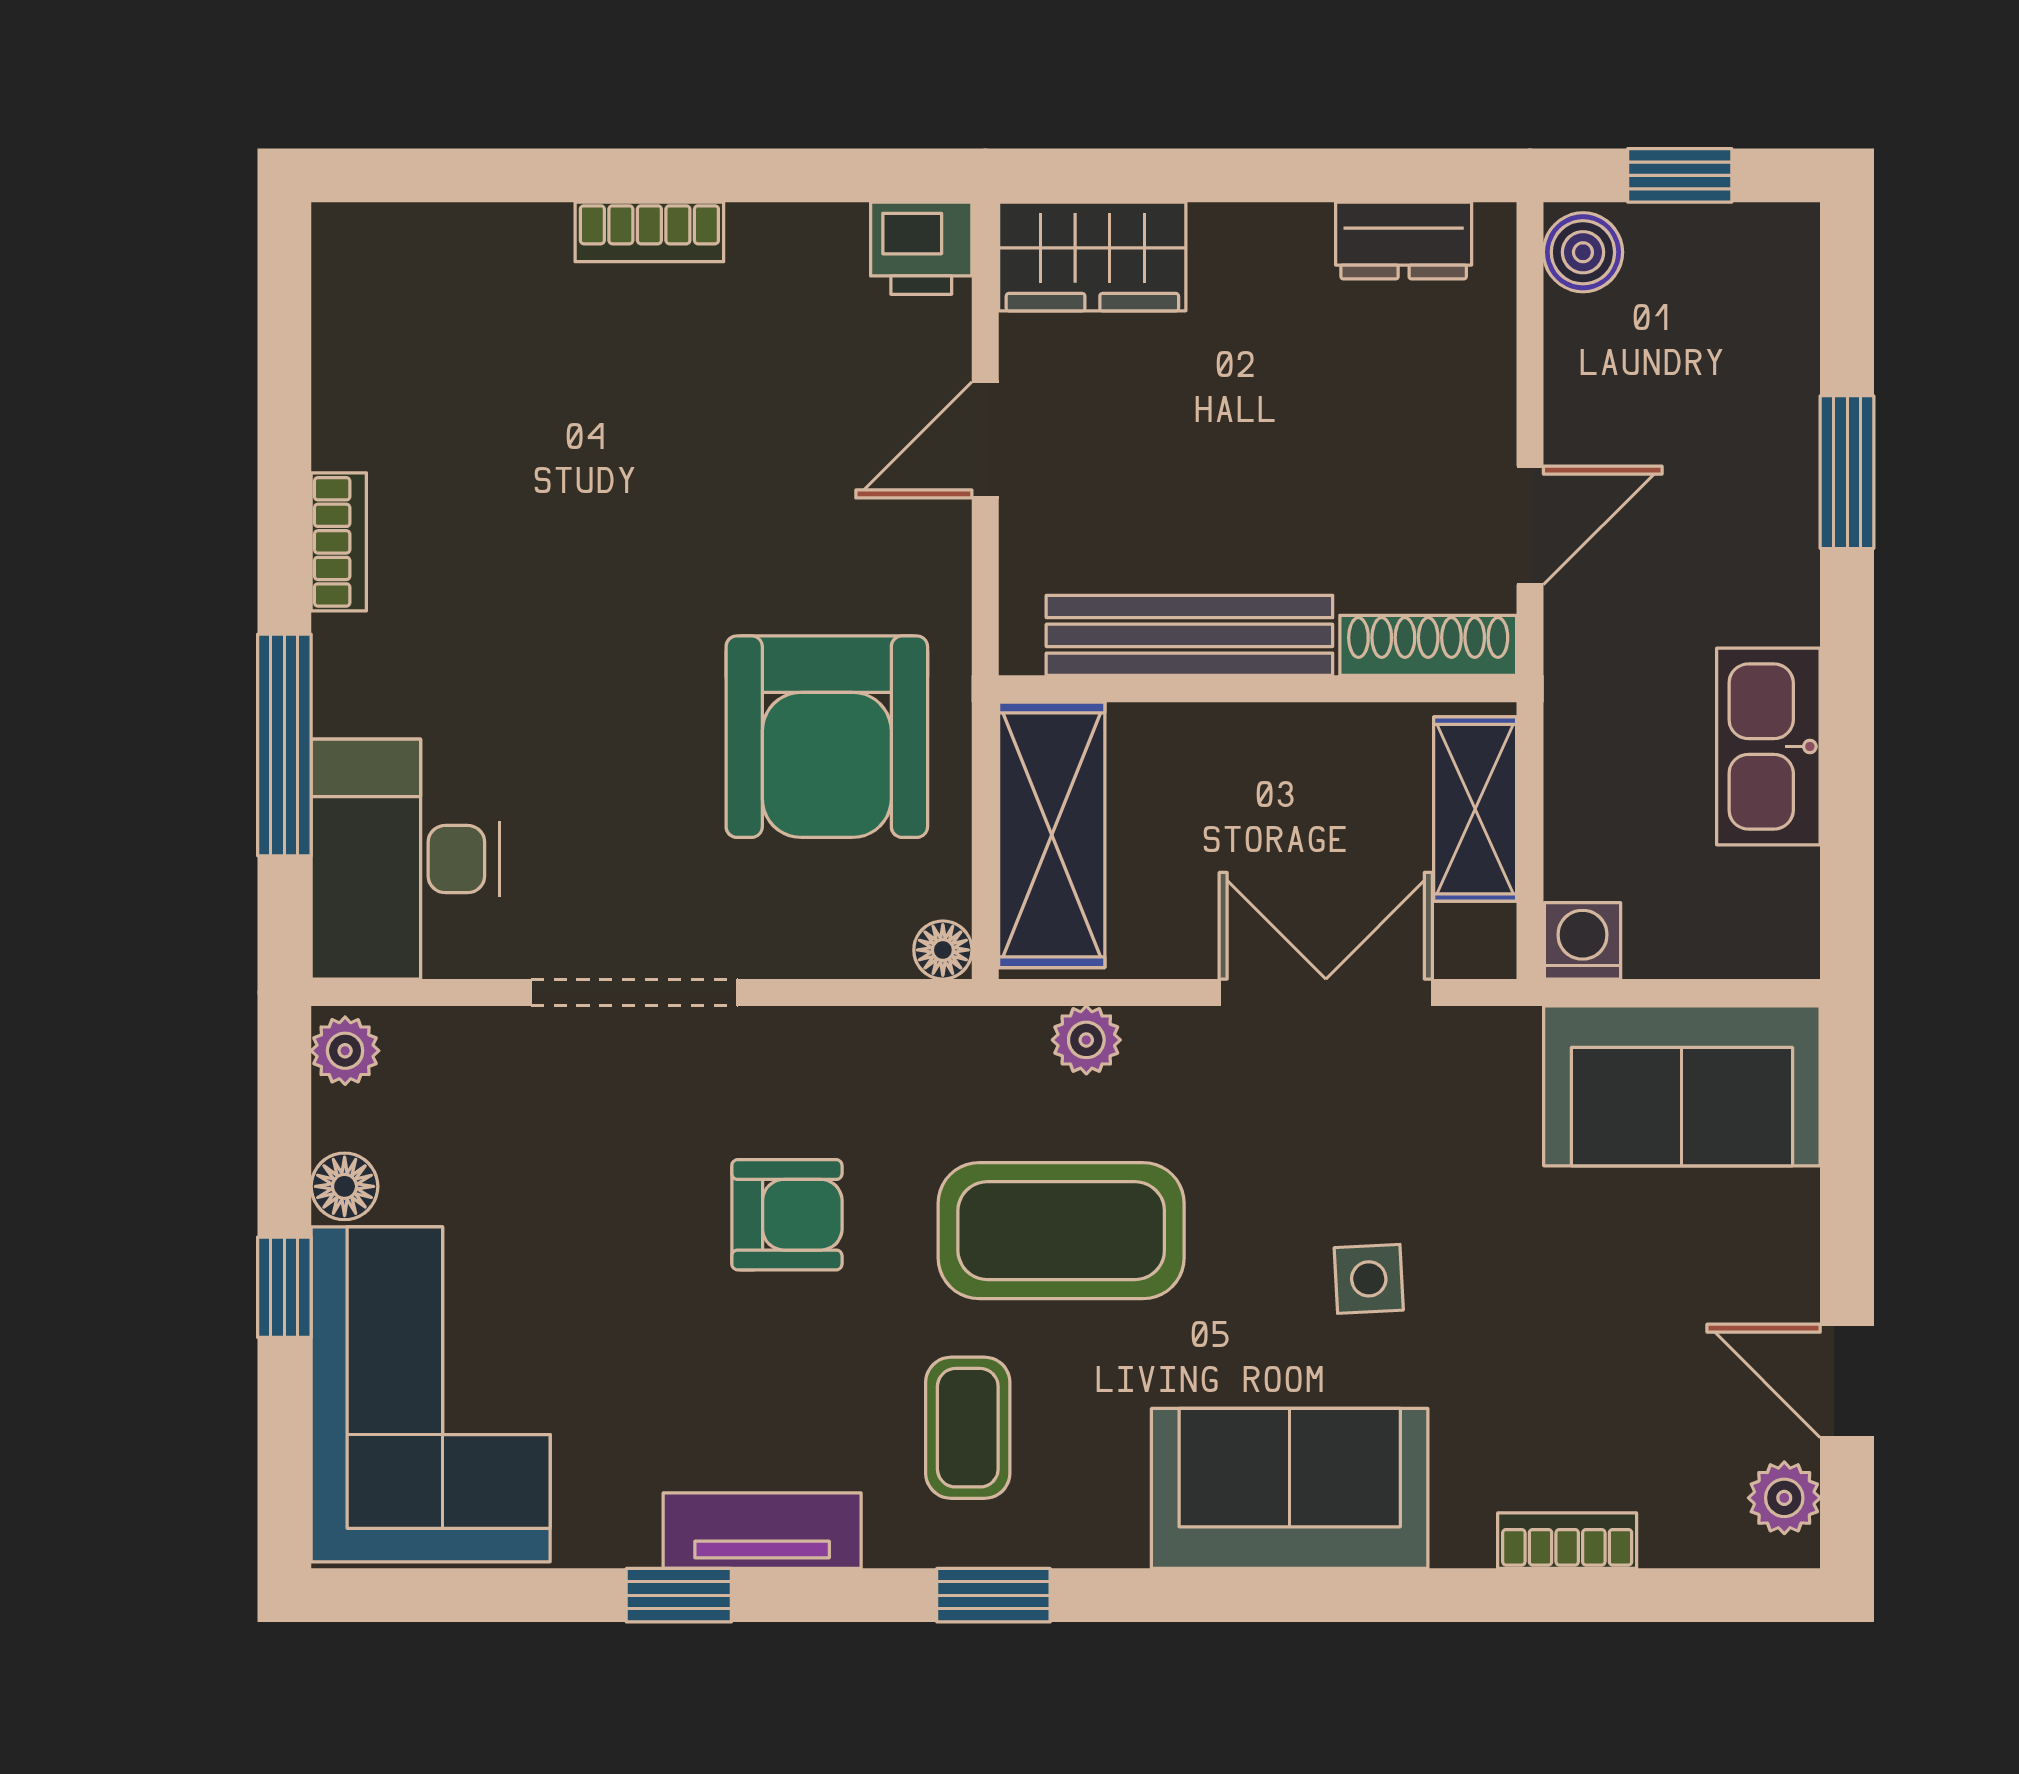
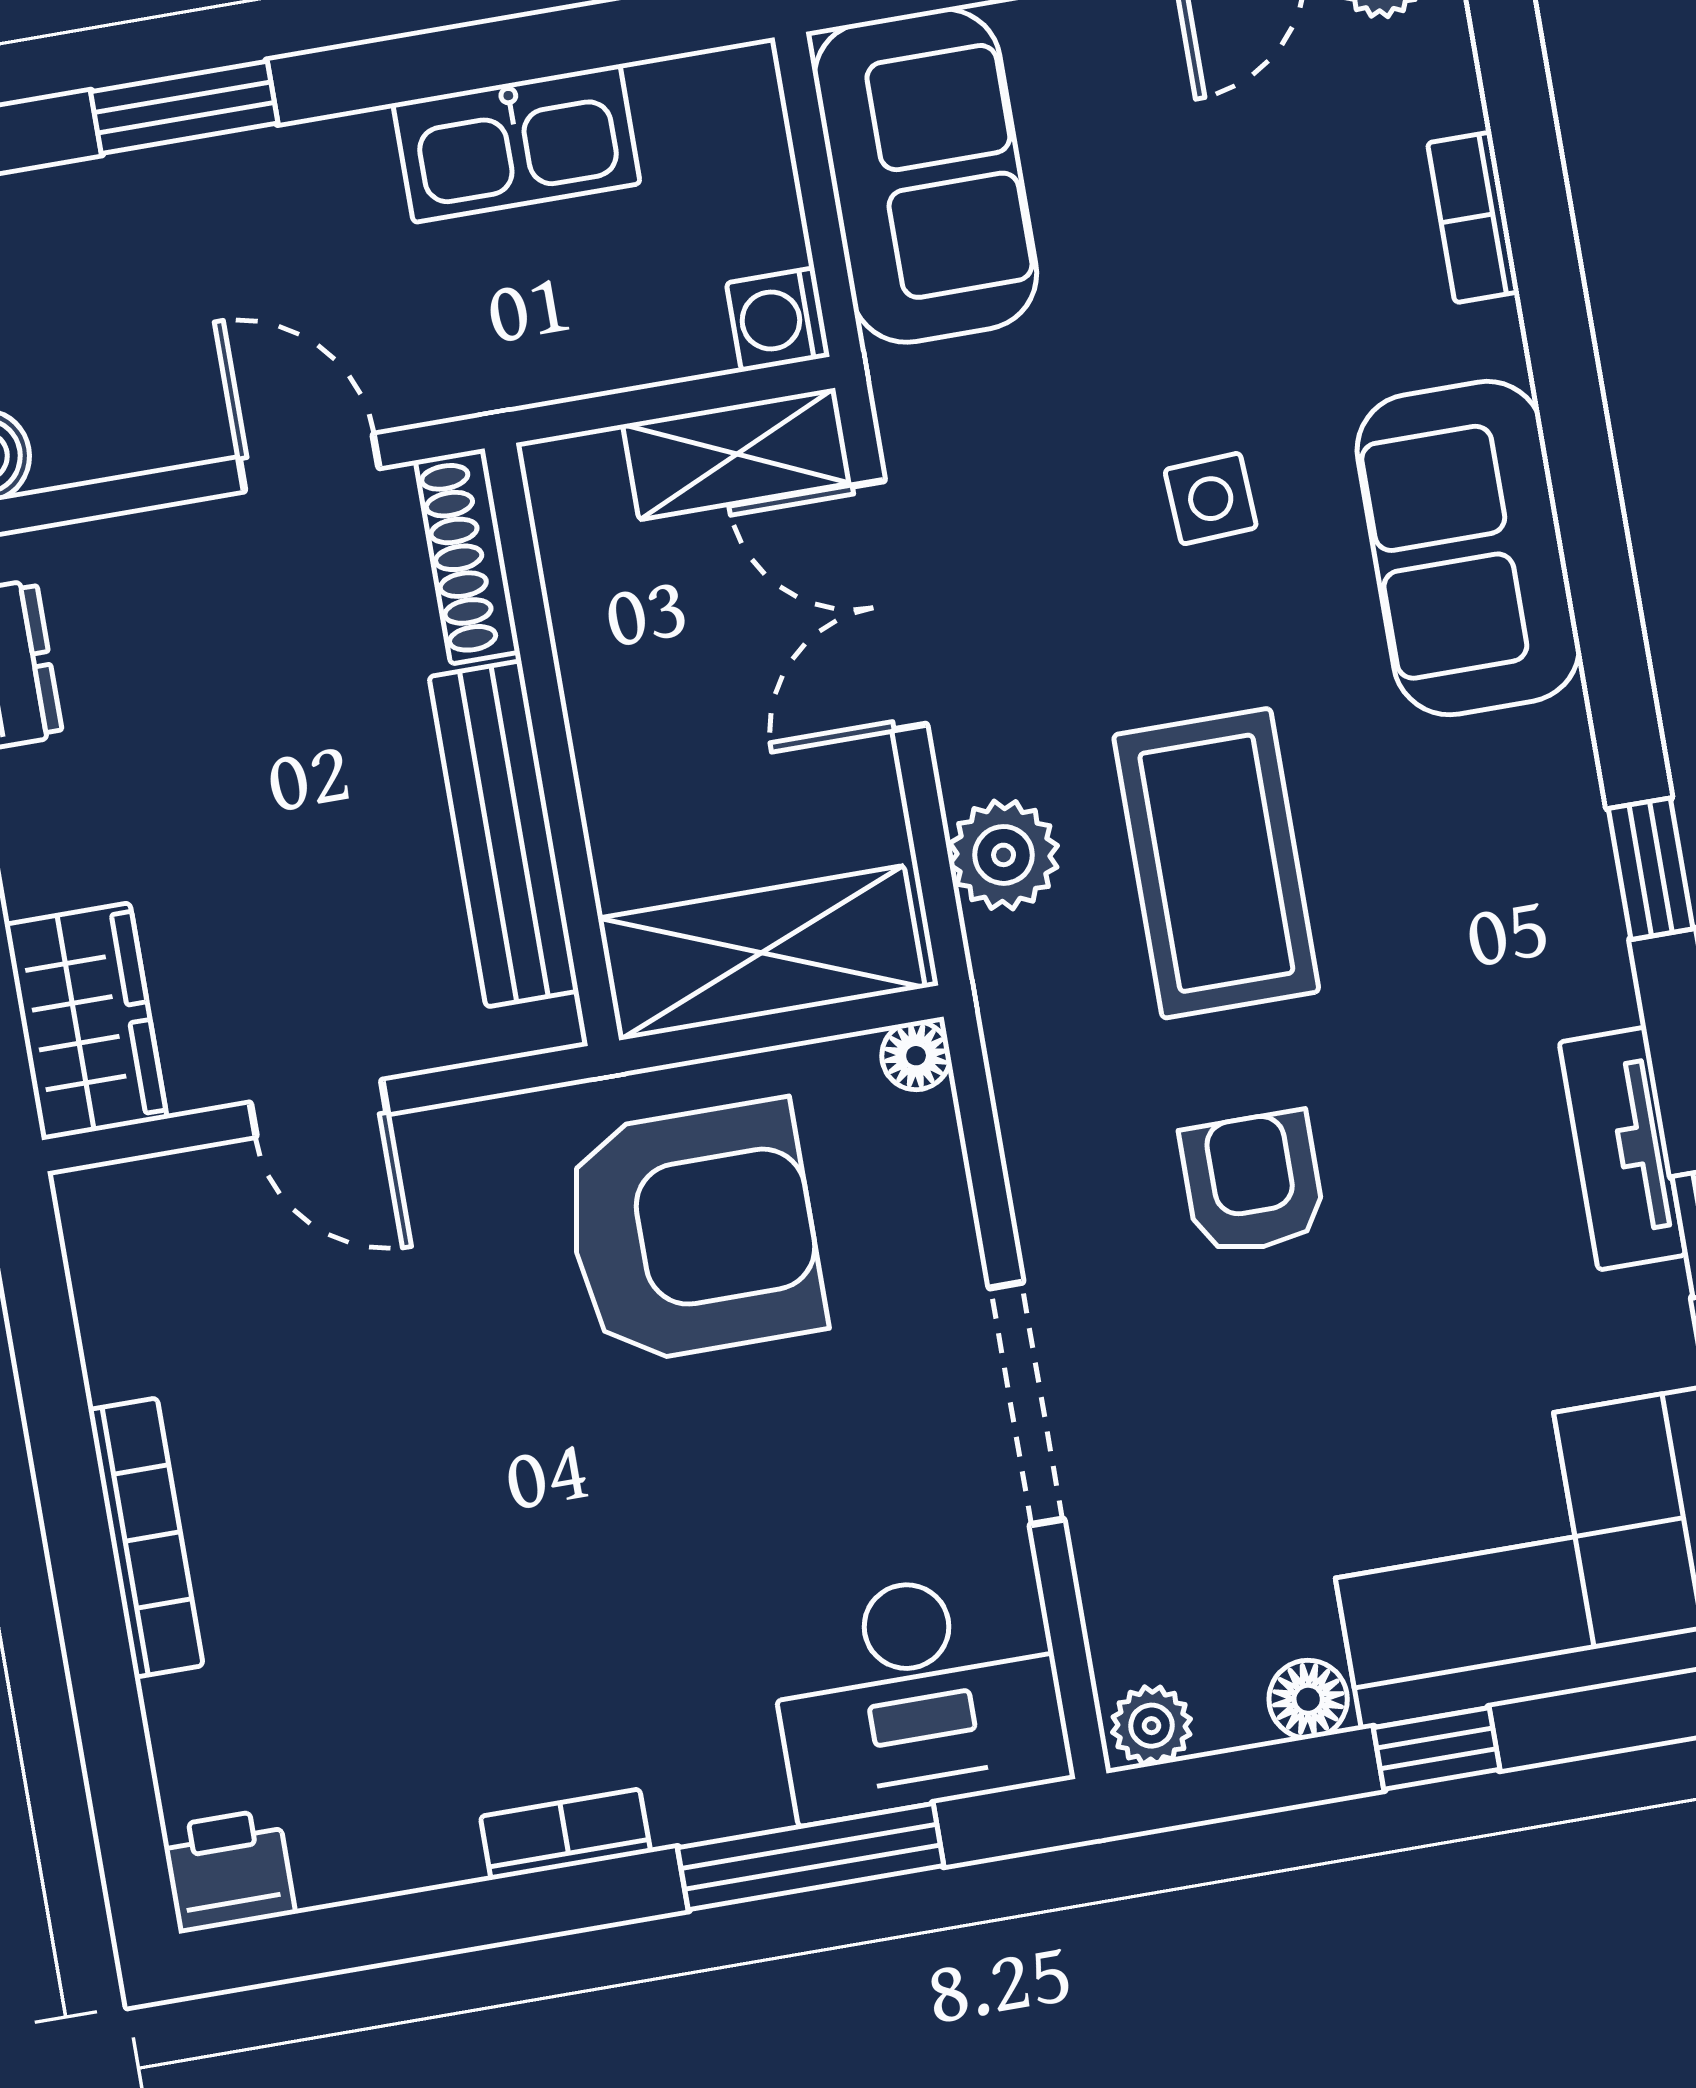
bookcase: (649, 232) -> (146, 1538), width x1.56
printer: (921, 248) -> (228, 1871), moved, turned -90
shelving: (1475, 809) -> (737, 454), moved
plant: (1086, 1040) -> (1004, 855), width x1.38, depth x1.38
coffee table: (968, 1428) -> (1462, 932), removed

